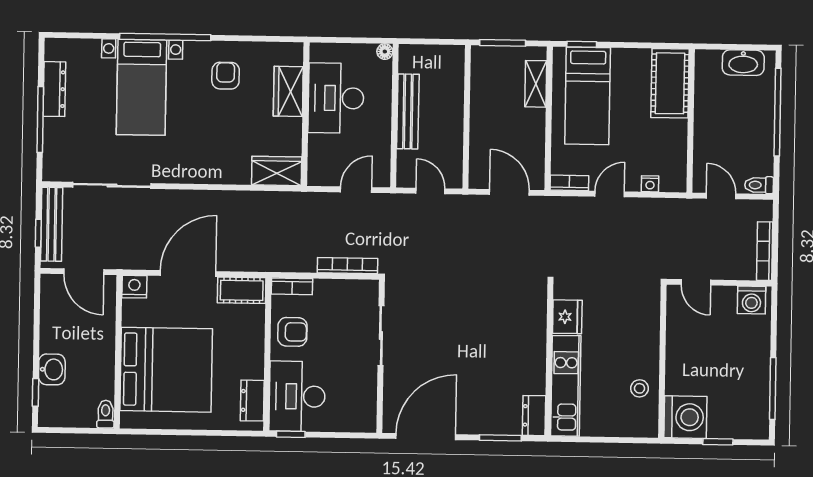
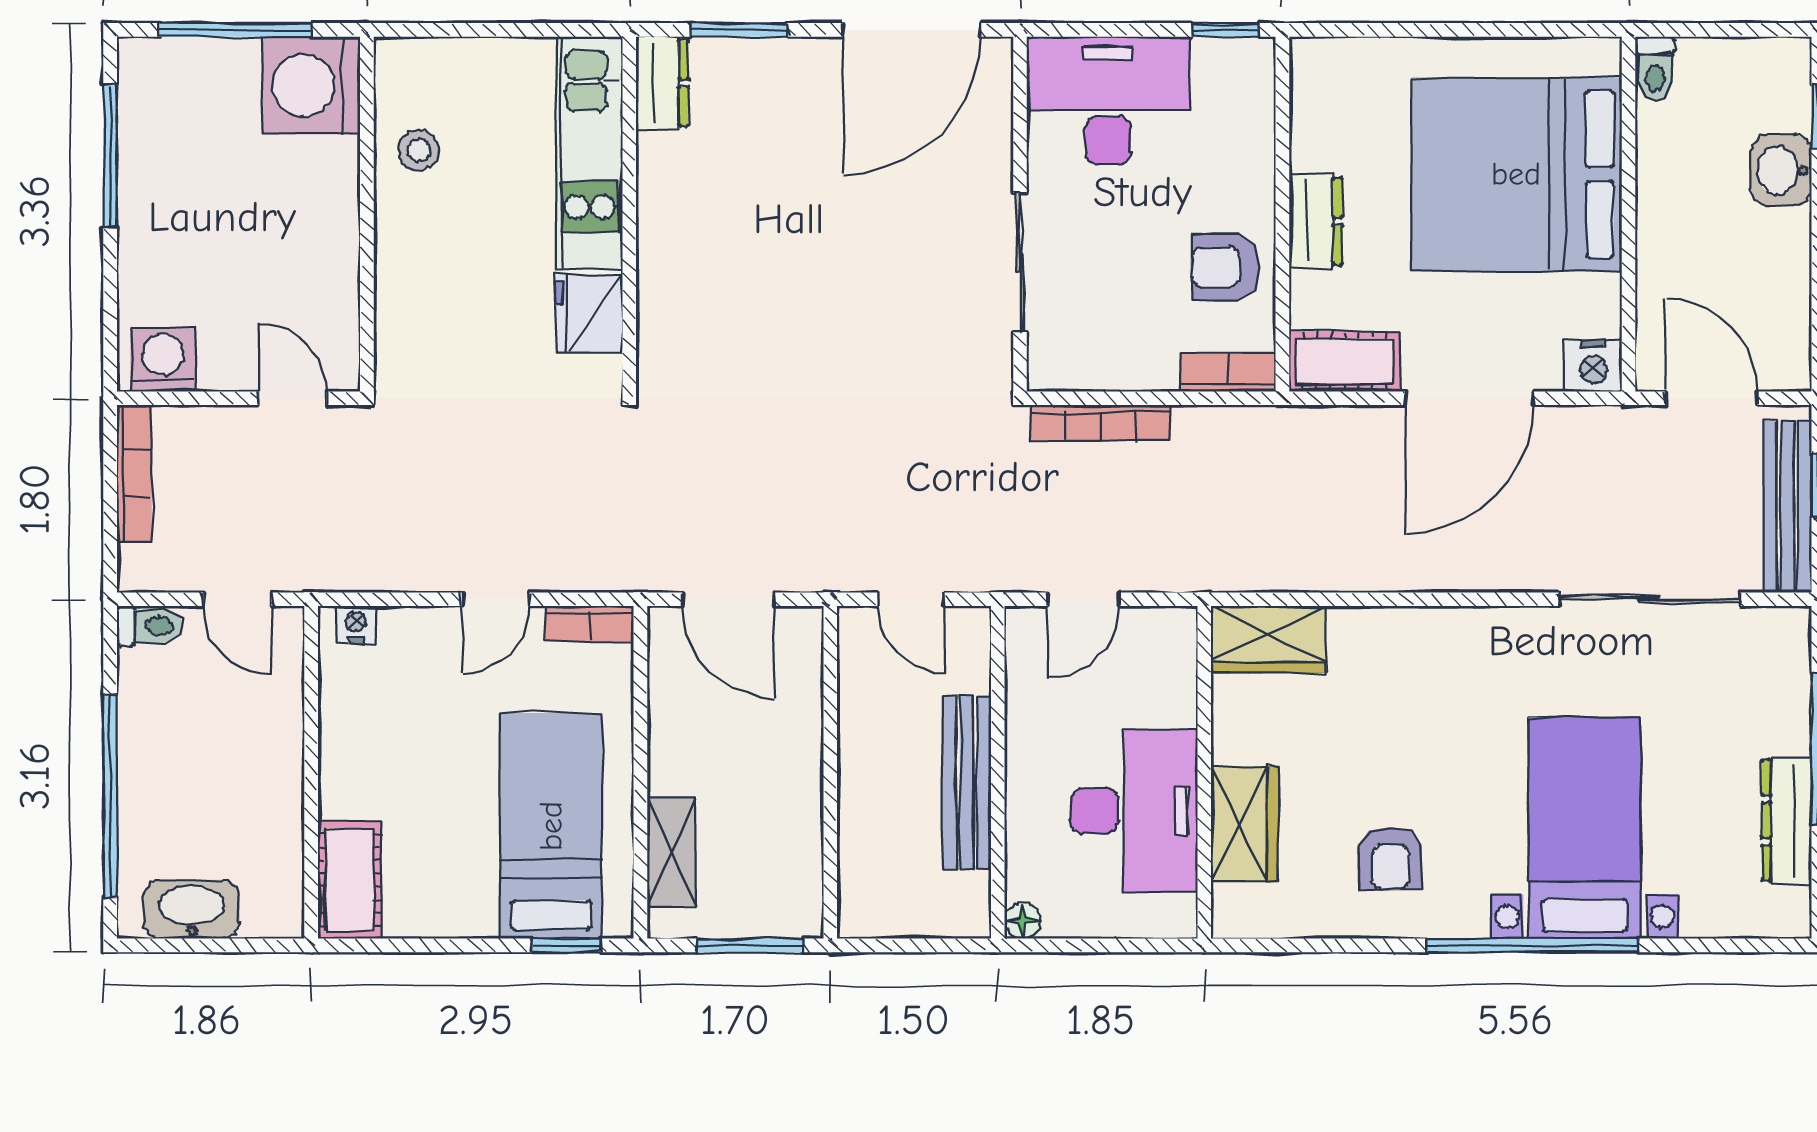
cot: (670, 83) -> (350, 880), width x0.73, depth x0.75
nightstand: (650, 184) -> (356, 625), moved
desk: (297, 396) -> (1108, 100), moved, turned -90
dresser: (252, 401) -> (1316, 221), moved
window: (718, 442) -> (235, 30), width x2.17

